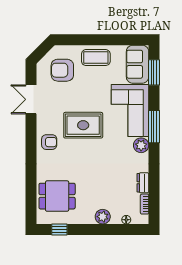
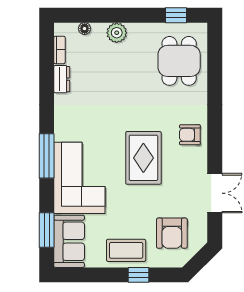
window: (87, 40) -> (139, 275), added
armchair: (62, 70) -> (172, 233), turned 90
rug: (83, 125) -> (143, 158), turned 90
plant: (141, 145) -> (64, 130), removed
dining table: (57, 196) -> (179, 61), turned 90

